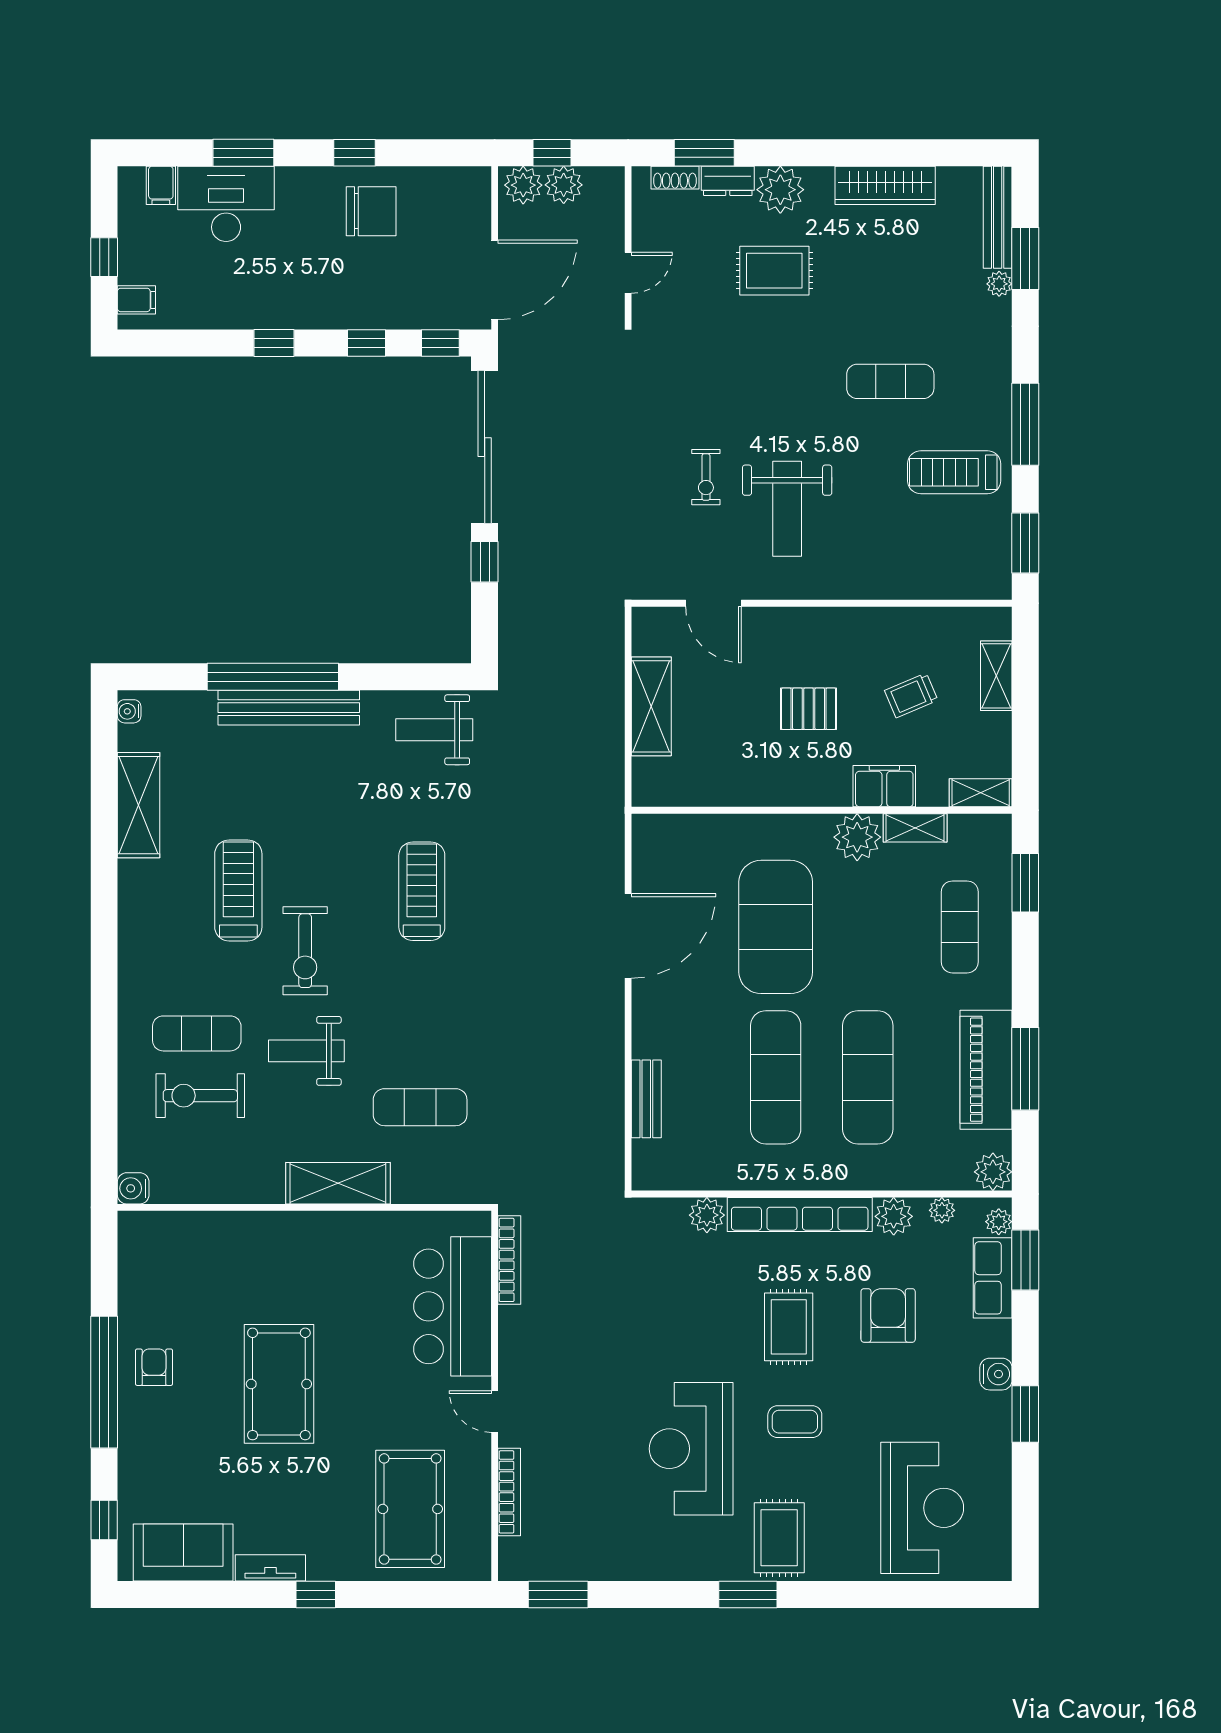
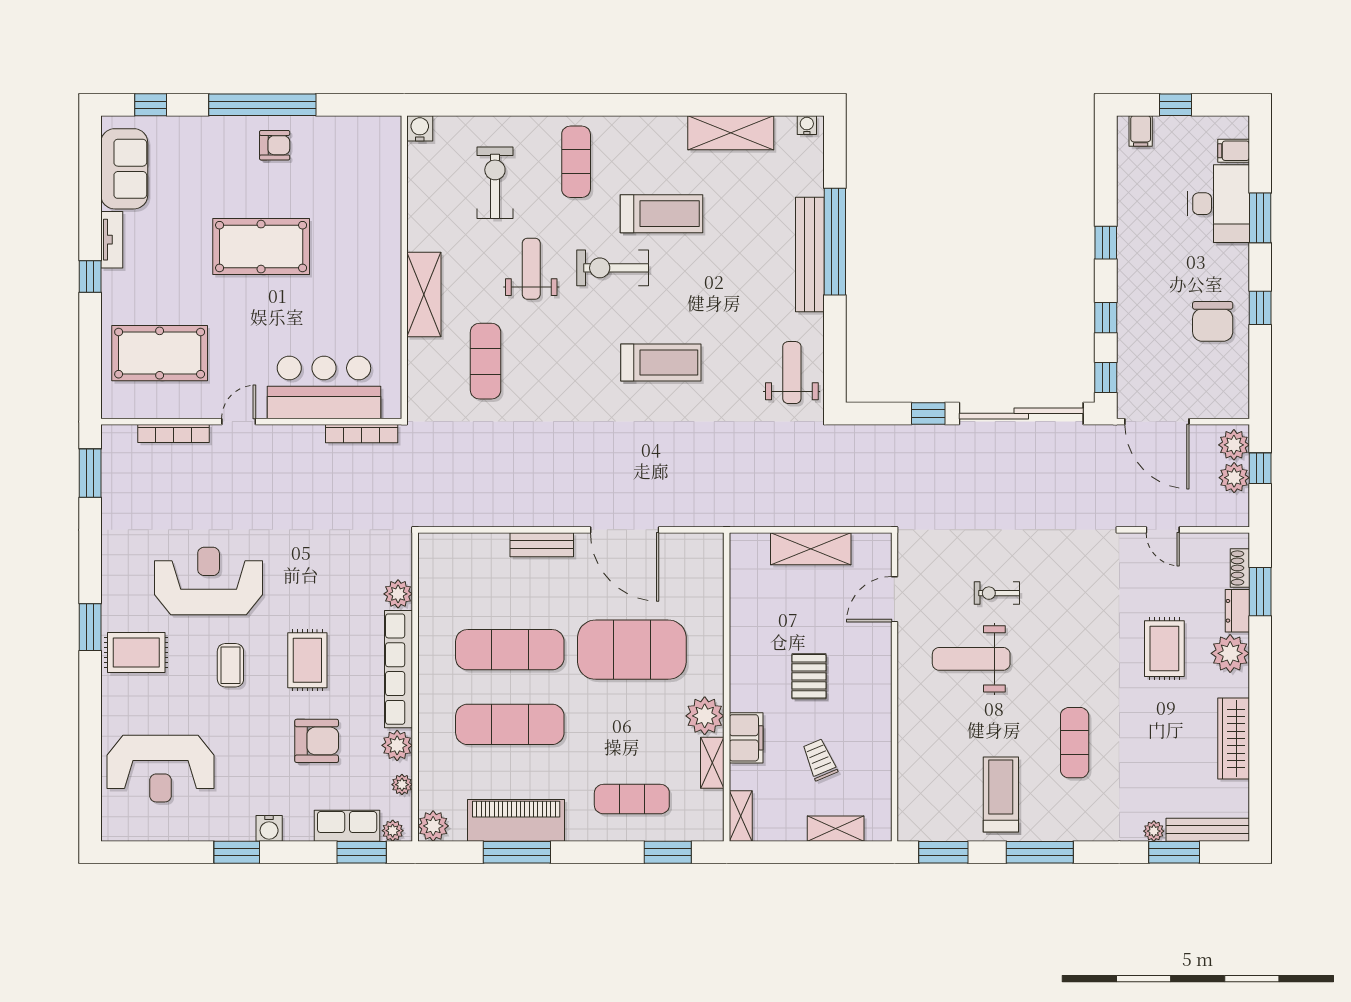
exercise mat: (197, 1033) -> (576, 162), moved
bench: (646, 1099) -> (542, 545), moved
rug: (789, 1327) -> (307, 660), turned 90

